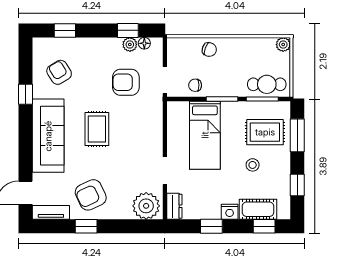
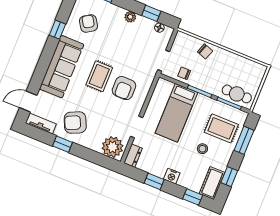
plant: (130, 44) -> (130, 17), moved
plant: (283, 45) -> (261, 70), removed
armchair: (126, 82) -> (124, 88), moved, turned -90
cot: (258, 209) -> (212, 183), moved, turned 90

